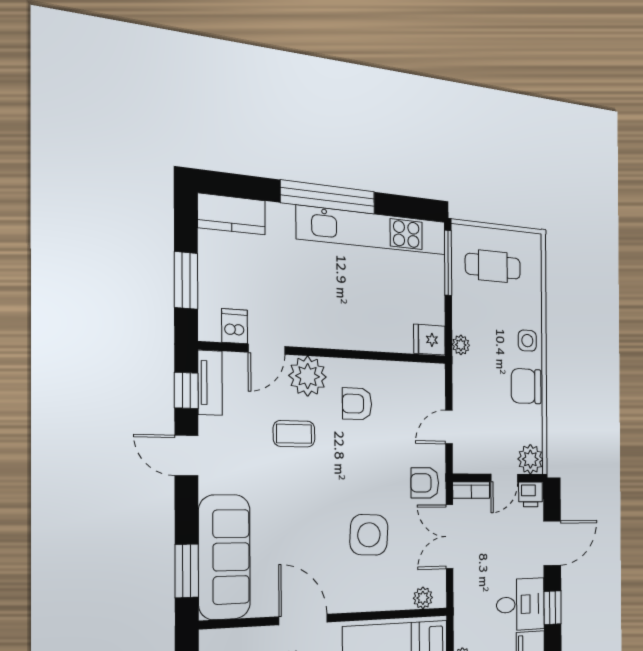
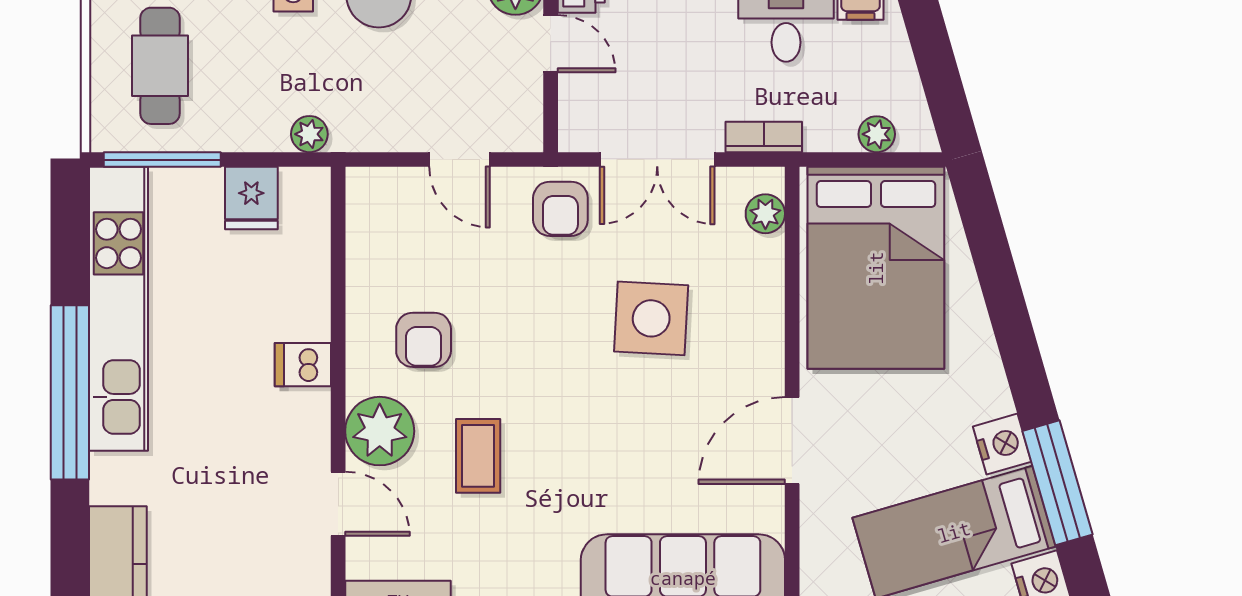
dishwasher: (235, 326) -> (303, 365), moved
fridge: (429, 340) -> (251, 198), moved
bookcase: (471, 490) -> (764, 137), moved, turned -90

